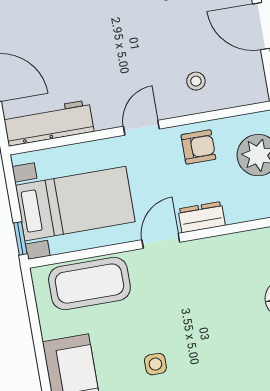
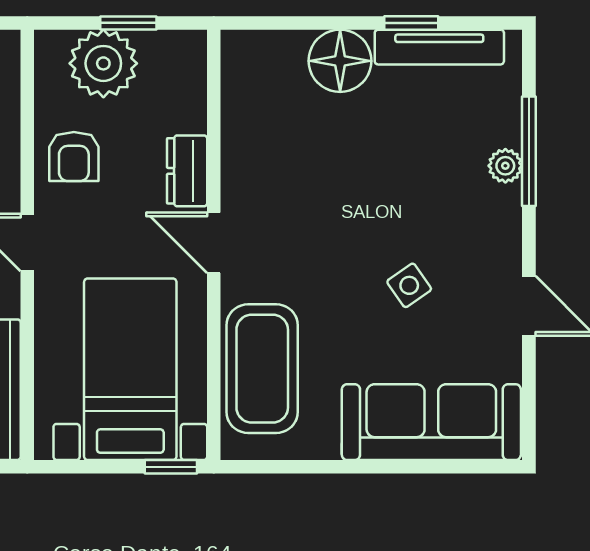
armchair: (198, 147) -> (74, 157), turned 180
side table: (155, 364) -> (409, 285), turned -35

